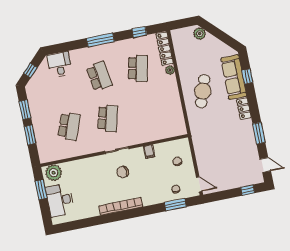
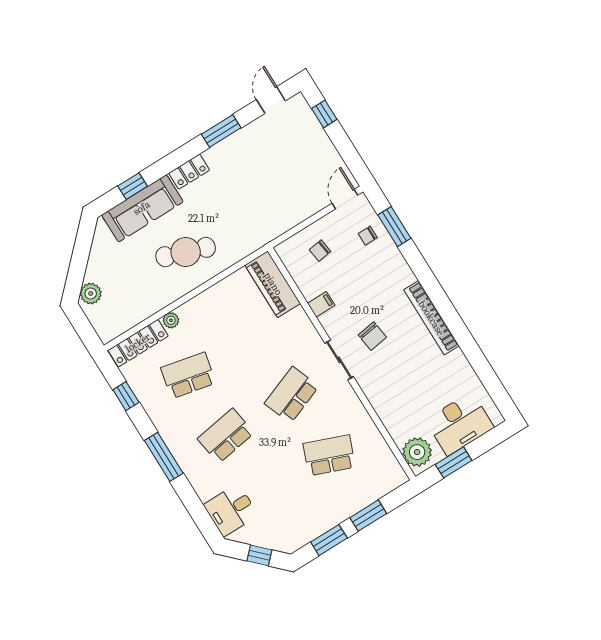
school desk: (108, 118) -> (292, 395), turned -36
piano: (169, 130) -> (273, 284), added

